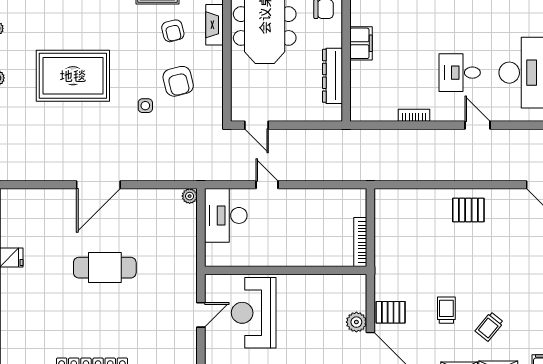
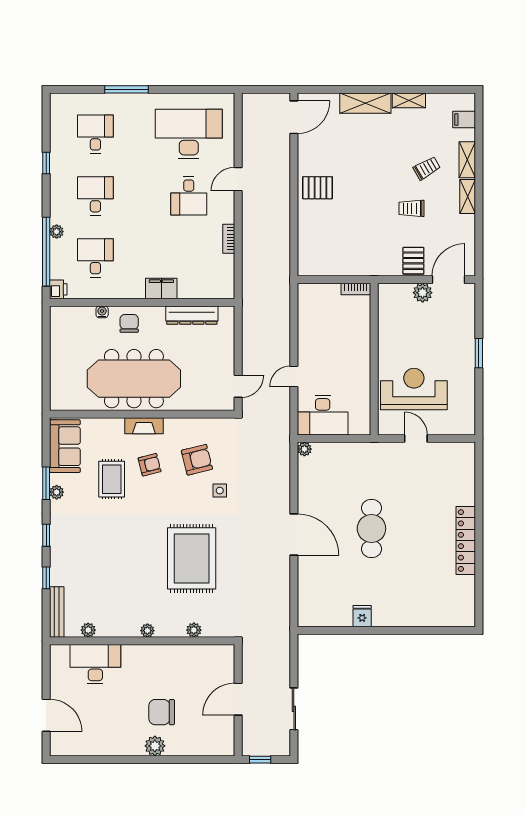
pallet: (468, 210) -> (318, 188), turned 90
bookcase: (360, 242) -> (356, 289), width x0.64
reception desk: (254, 313) -> (414, 389), turned 180
trolley: (489, 327) -> (427, 168), turned -69

